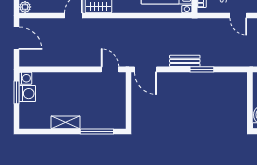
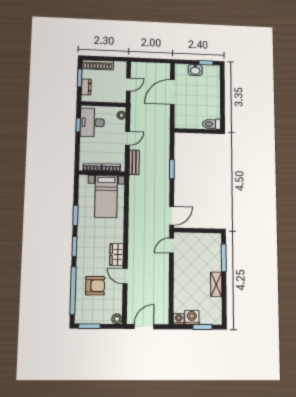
bench: (185, 61) -> (134, 162), moved
window: (17, 92) -> (202, 327), moved

